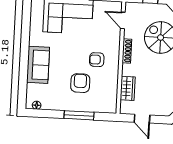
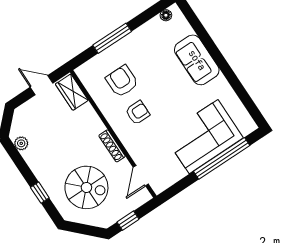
door: (123, 20) -> (141, 176), swing flipped
armchair: (80, 83) -> (122, 81), moved, turned 180
wardrobe: (128, 88) -> (72, 92), moved

